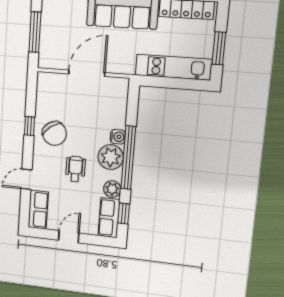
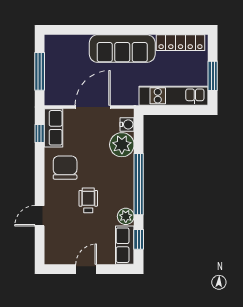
window: (30, 126) -> (40, 134), moved
chair: (54, 134) -> (65, 168), turned -145
water cooler: (118, 137) -> (127, 124), moved
plant: (111, 157) -> (122, 145), moved
row of seats: (38, 210) -> (53, 128), moved

